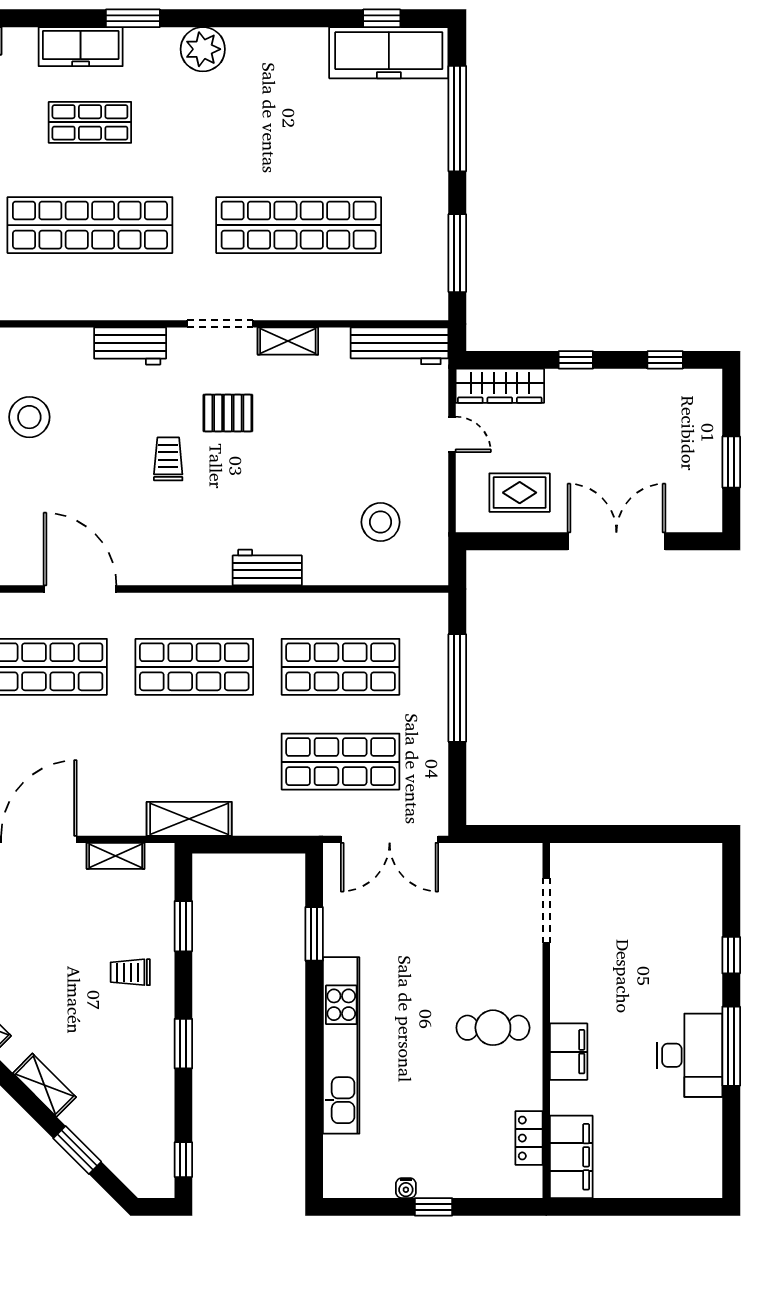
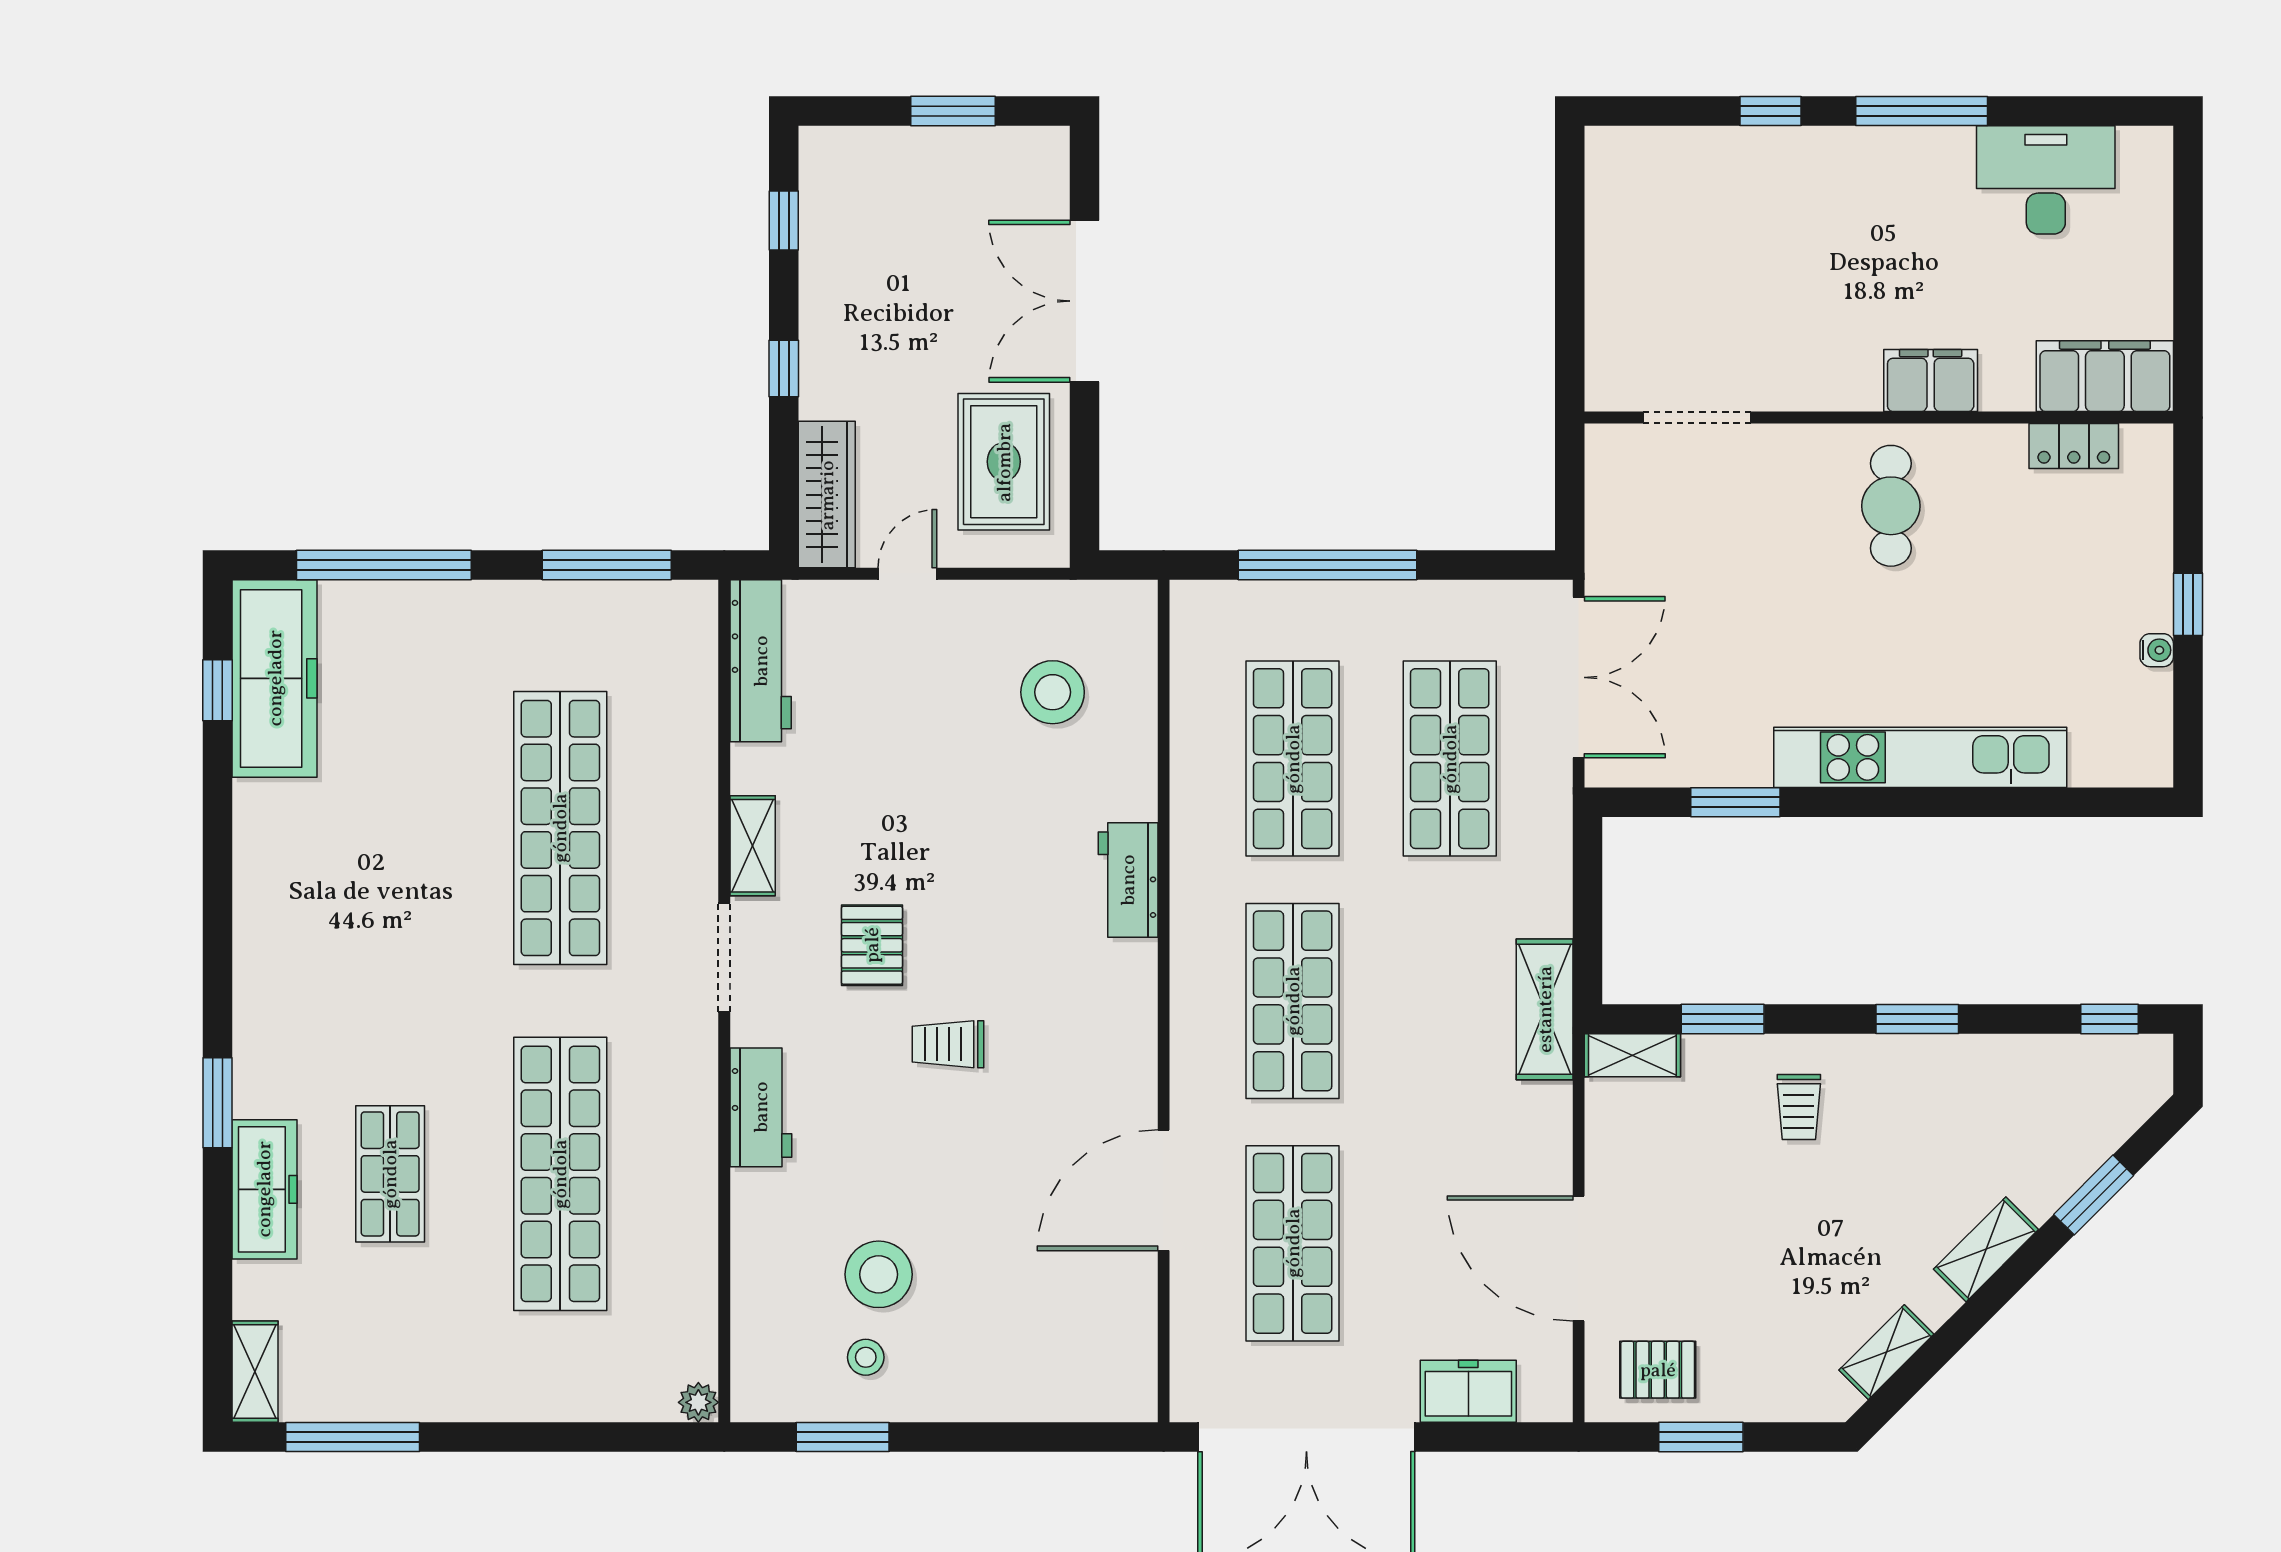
plant: (203, 49) -> (269, 987), removed
rug: (520, 493) -> (1004, 462), width x1.36, depth x1.43
shelving: (116, 856) -> (1632, 1055), moved, turned 90
desk: (690, 1055) -> (2046, 180), moved

